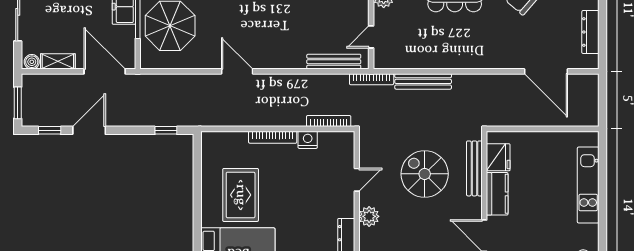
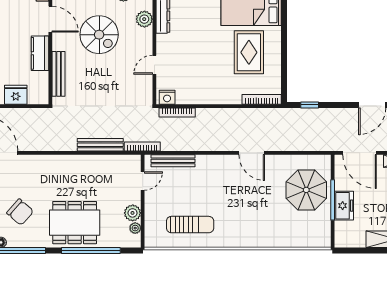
bookcase: (273, 137) -> (262, 99), moved
nightstand: (308, 140) -> (167, 97), moved
fridge: (498, 157) -> (16, 95), moved, turned 90
spiral stairs: (425, 174) -> (99, 35), moved
plant: (369, 216) -> (144, 19), moved

